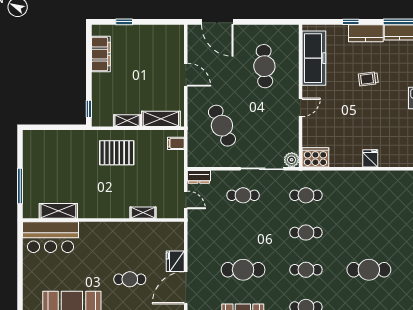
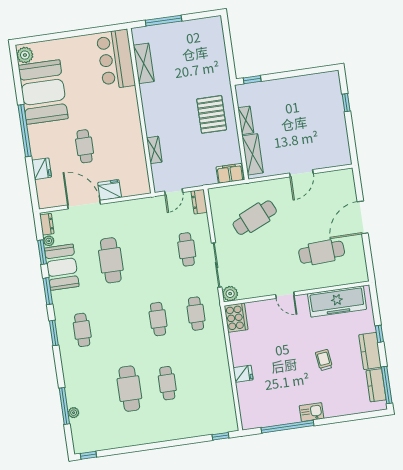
door: (217, 22) -> (363, 217), moved
filing cabinet: (101, 54) -> (310, 84), removed
filing cabinet: (176, 143) -> (230, 173), width x2.00
cafe table: (306, 270) -> (167, 383), moved

